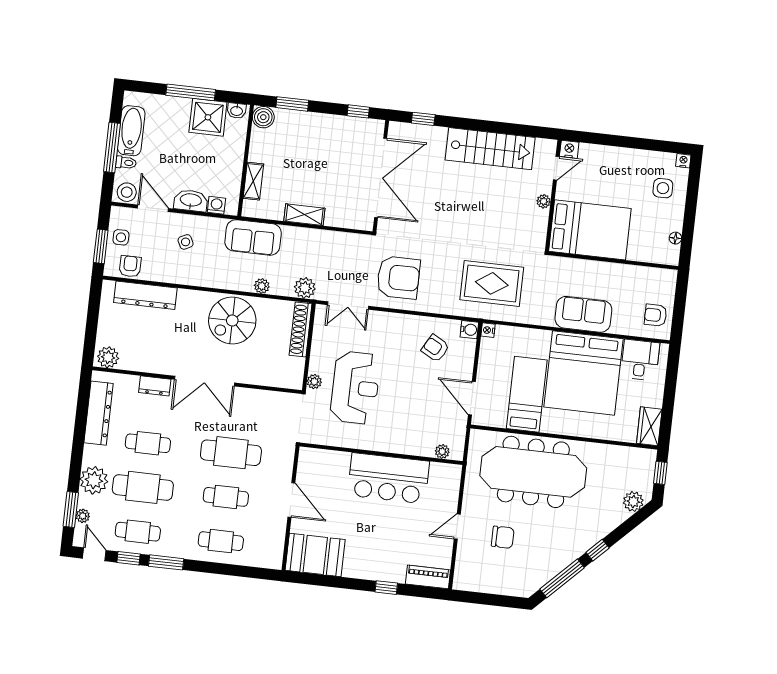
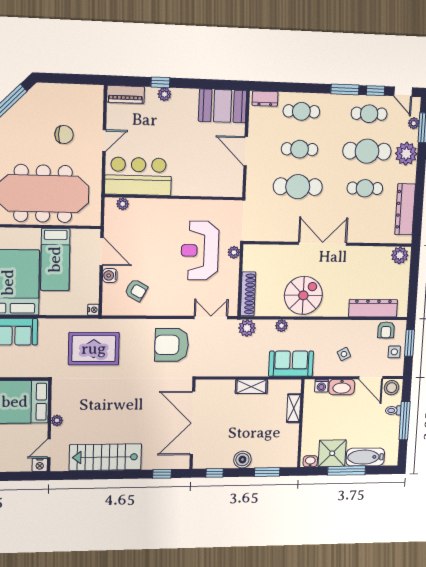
boiler: (263, 117) -> (242, 460), moved
bathtub: (131, 131) -> (365, 457), moved, turned 90
water cooler: (469, 330) -> (110, 275), moved
dresser: (155, 386) -> (265, 99), moved, turned 180
bar counter: (388, 478) -> (138, 176), moved
chair: (503, 537) -> (64, 135), turned 180
plant: (383, 574) -> (164, 94), added

